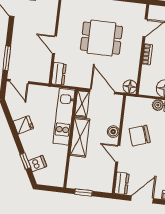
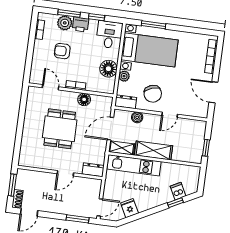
floor lamp: (130, 87) -> (84, 99), moved
fridge: (23, 125) -> (130, 208), moved
boiler: (113, 132) -> (137, 117), moved
dresser: (122, 183) -> (126, 102), moved

